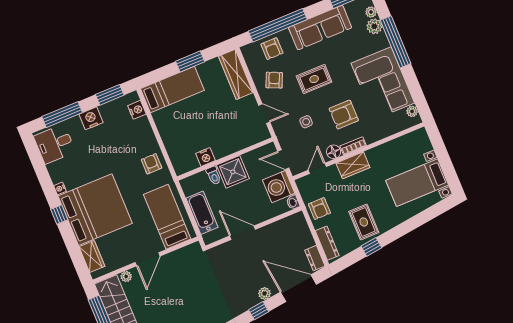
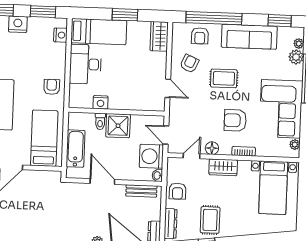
wardrobe: (236, 74) -> (159, 36), width x0.67
side table: (306, 122) -> (200, 112), removed
desk: (174, 127) -> (85, 64), added
bookcase: (353, 146) -> (244, 151), moved
bed with nightstands: (417, 183) -> (273, 188), moved, turned -90
bench: (284, 224) -> (141, 191), added

